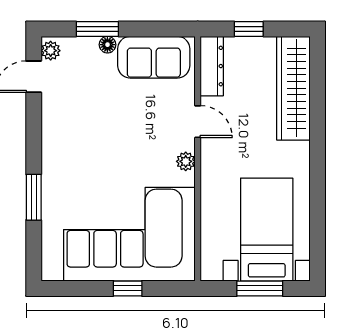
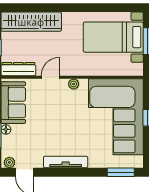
tv unit: (51, 148) -> (66, 162), added
window: (34, 197) -> (121, 172), moved

